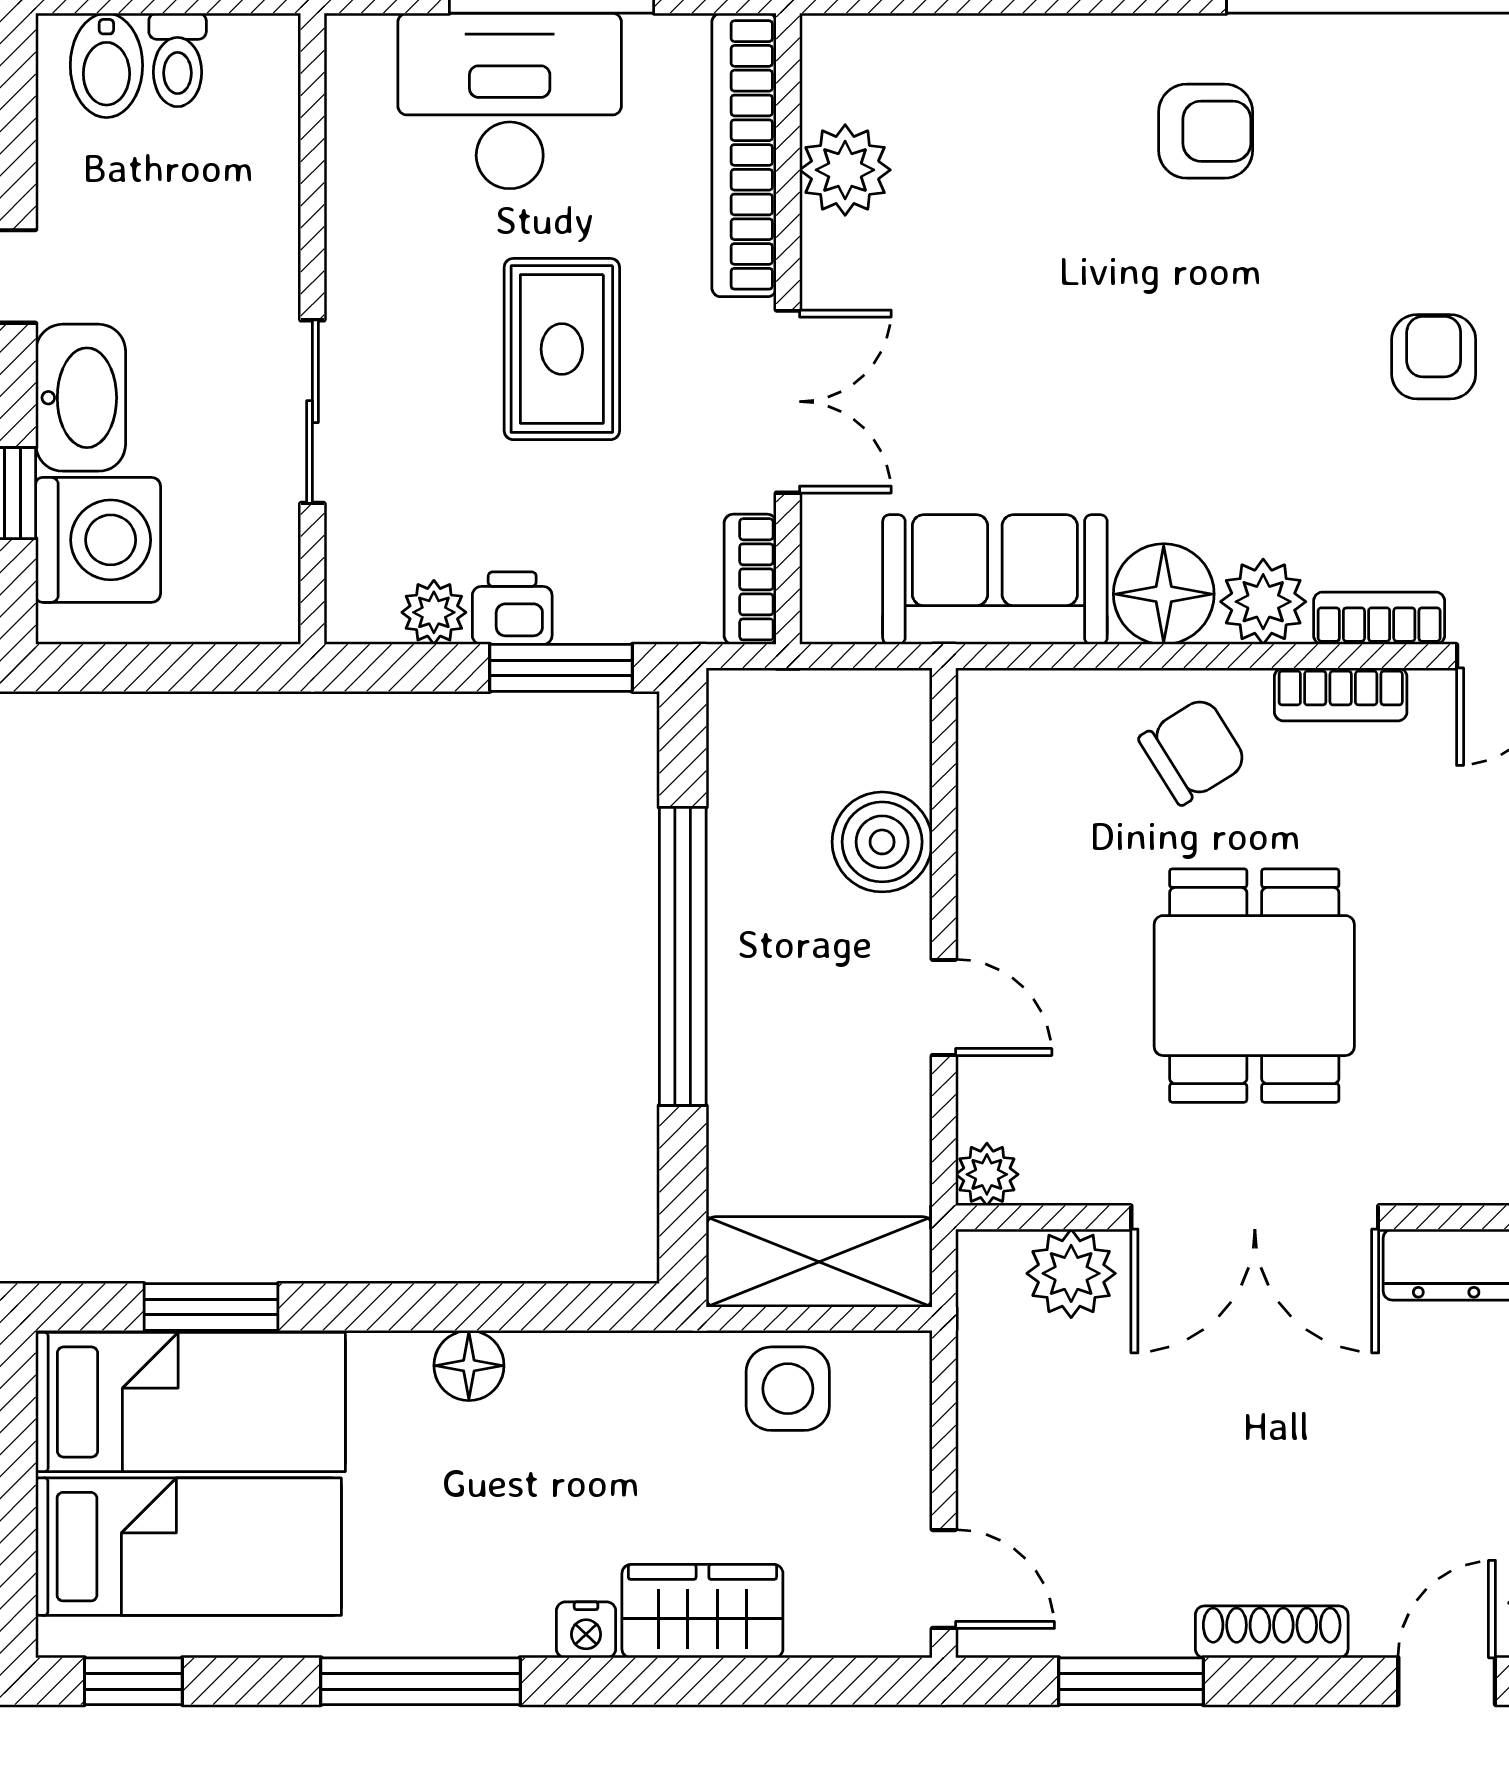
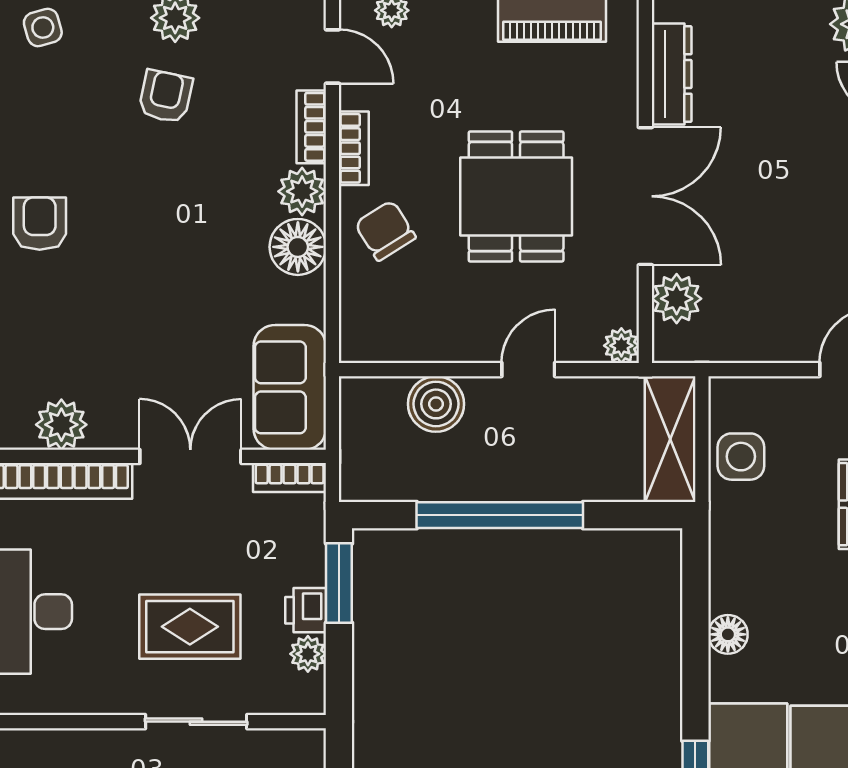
rug: (562, 349) -> (190, 627), moved
armchair: (1434, 357) -> (165, 96), turned 102
sofa: (995, 580) -> (290, 387), moved
dining table: (1254, 986) -> (516, 196), turned 90

